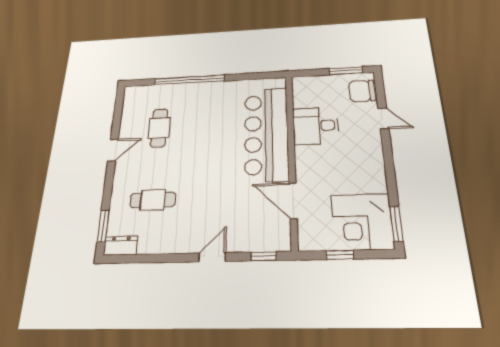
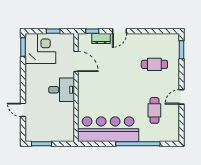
chair: (362, 91) -> (33, 129), removed
desk: (316, 126) -> (62, 90), moved
bar counter: (266, 134) -> (108, 129), moved, turned -90
dresser: (121, 246) -> (101, 38), moved

